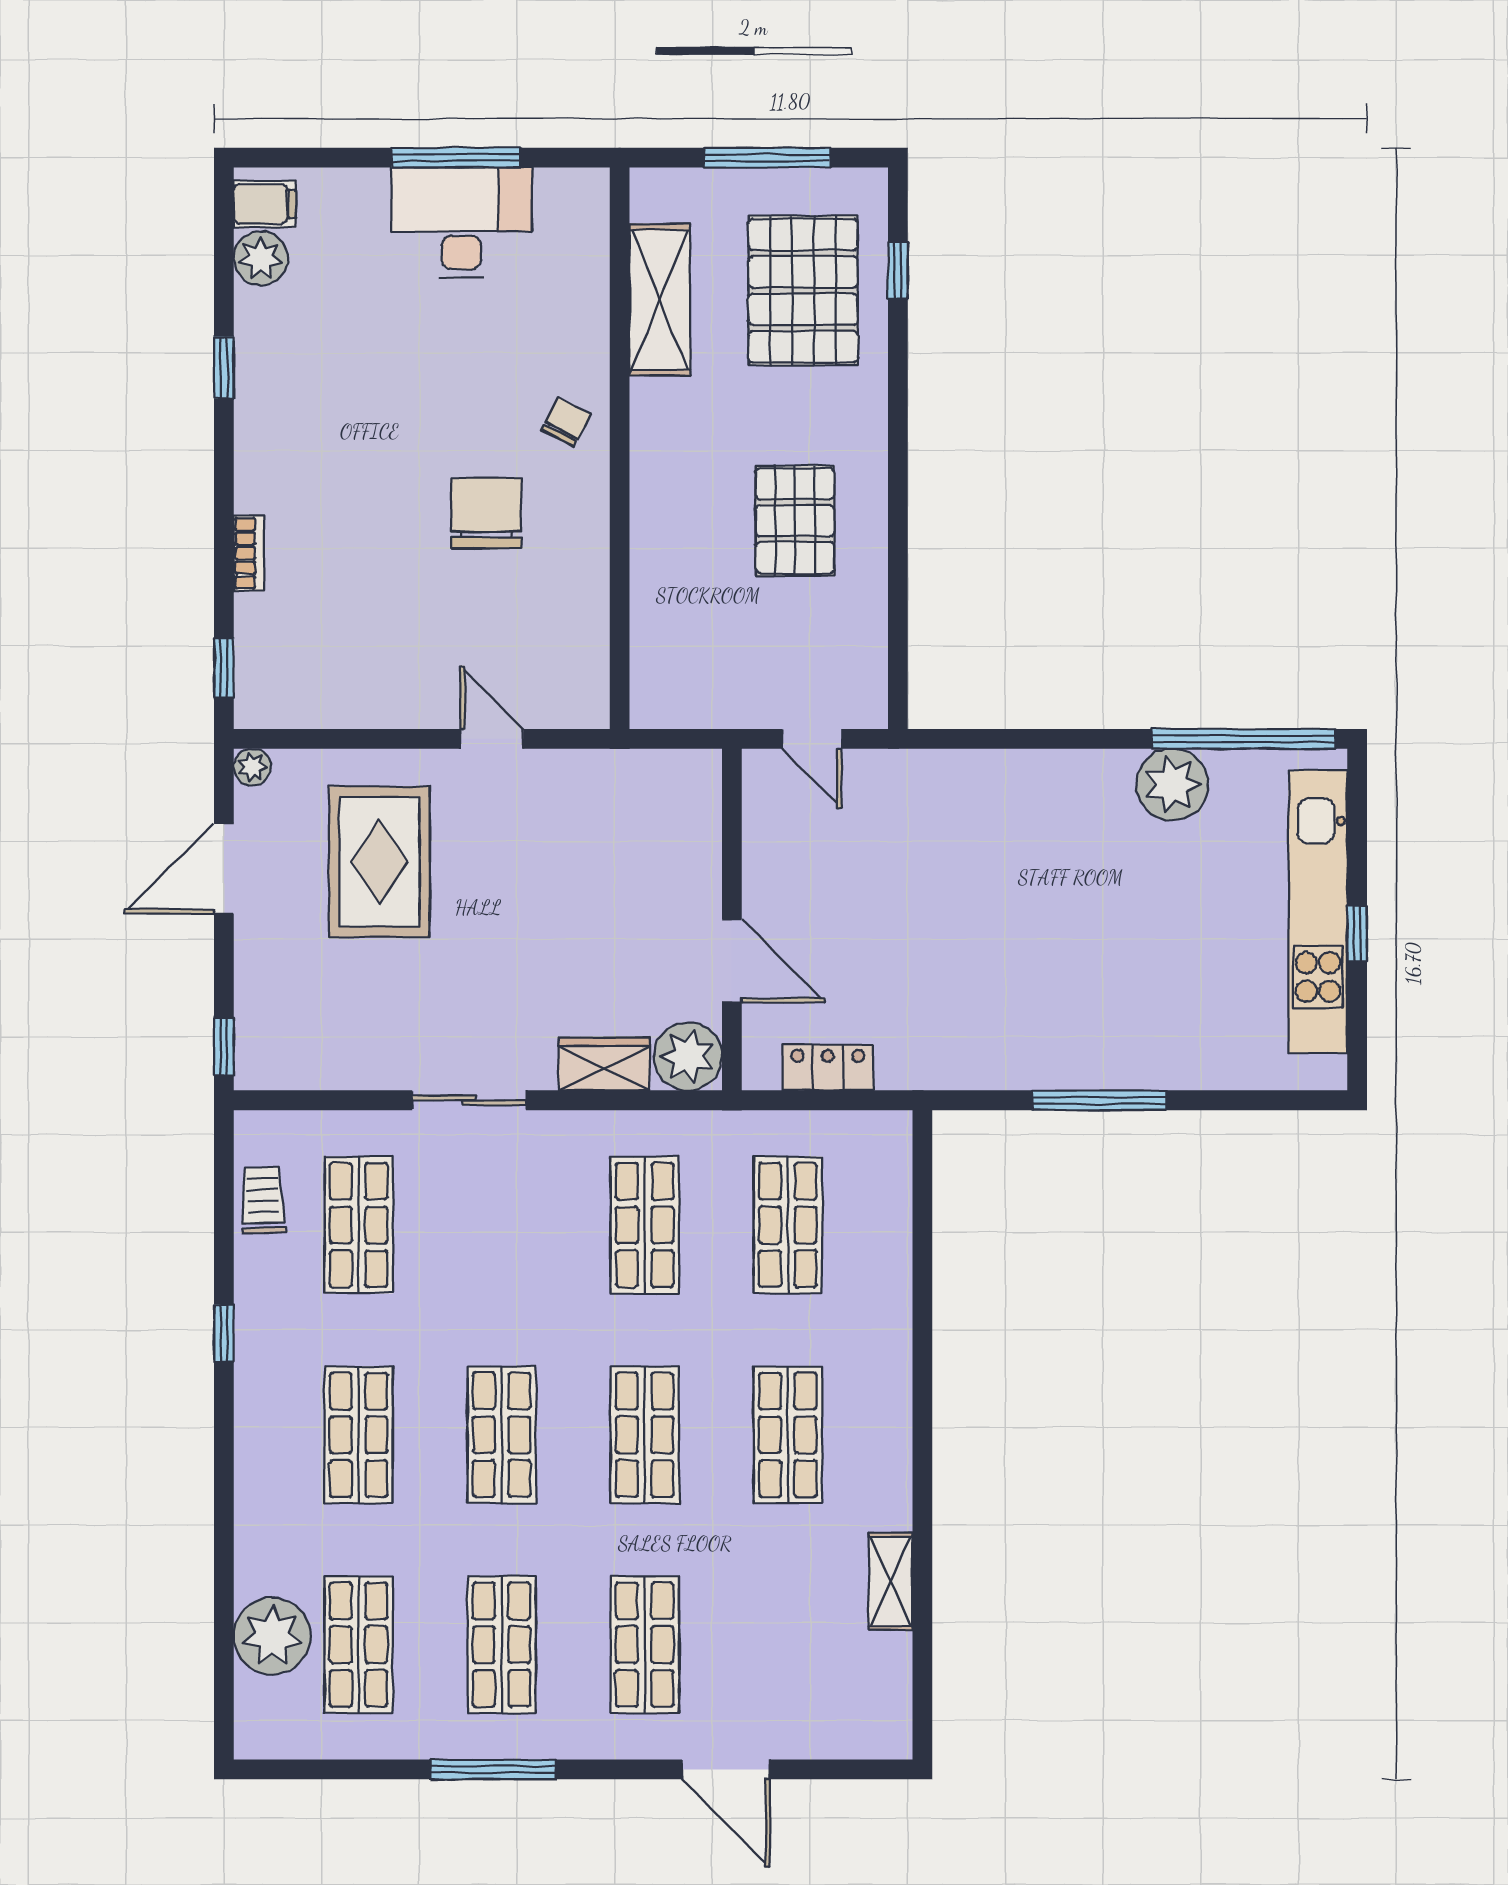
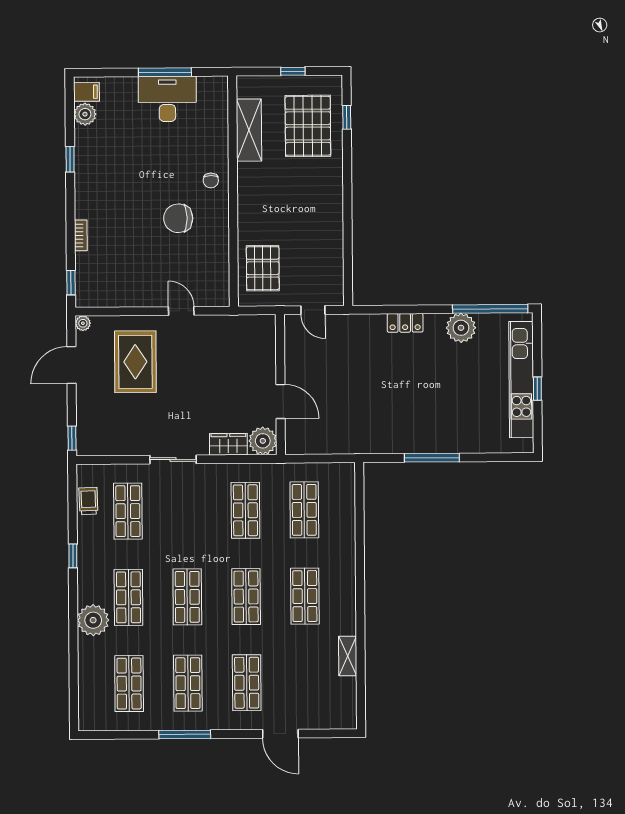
window: (768, 158) -> (293, 71), width x0.46
chair: (566, 422) -> (211, 180), turned 152
chair: (486, 513) -> (178, 218), turned -90
pallet: (795, 521) -> (263, 268), moved
locker: (828, 1067) -> (405, 323), moved, turned 180
plant: (272, 1636) -> (93, 620), moved

